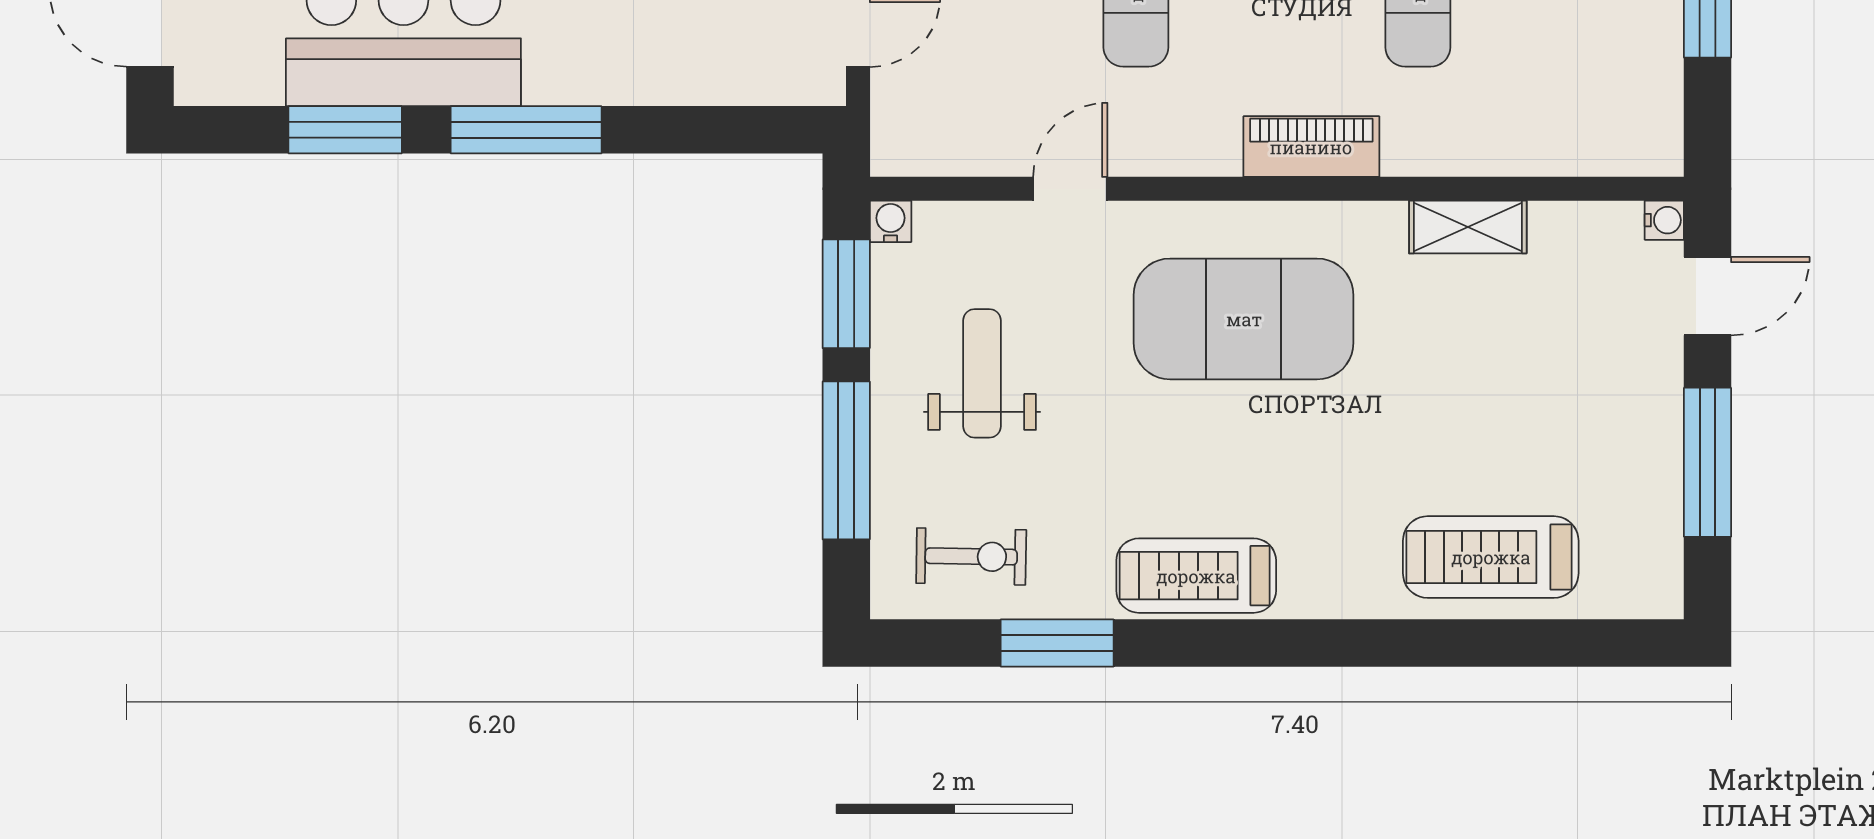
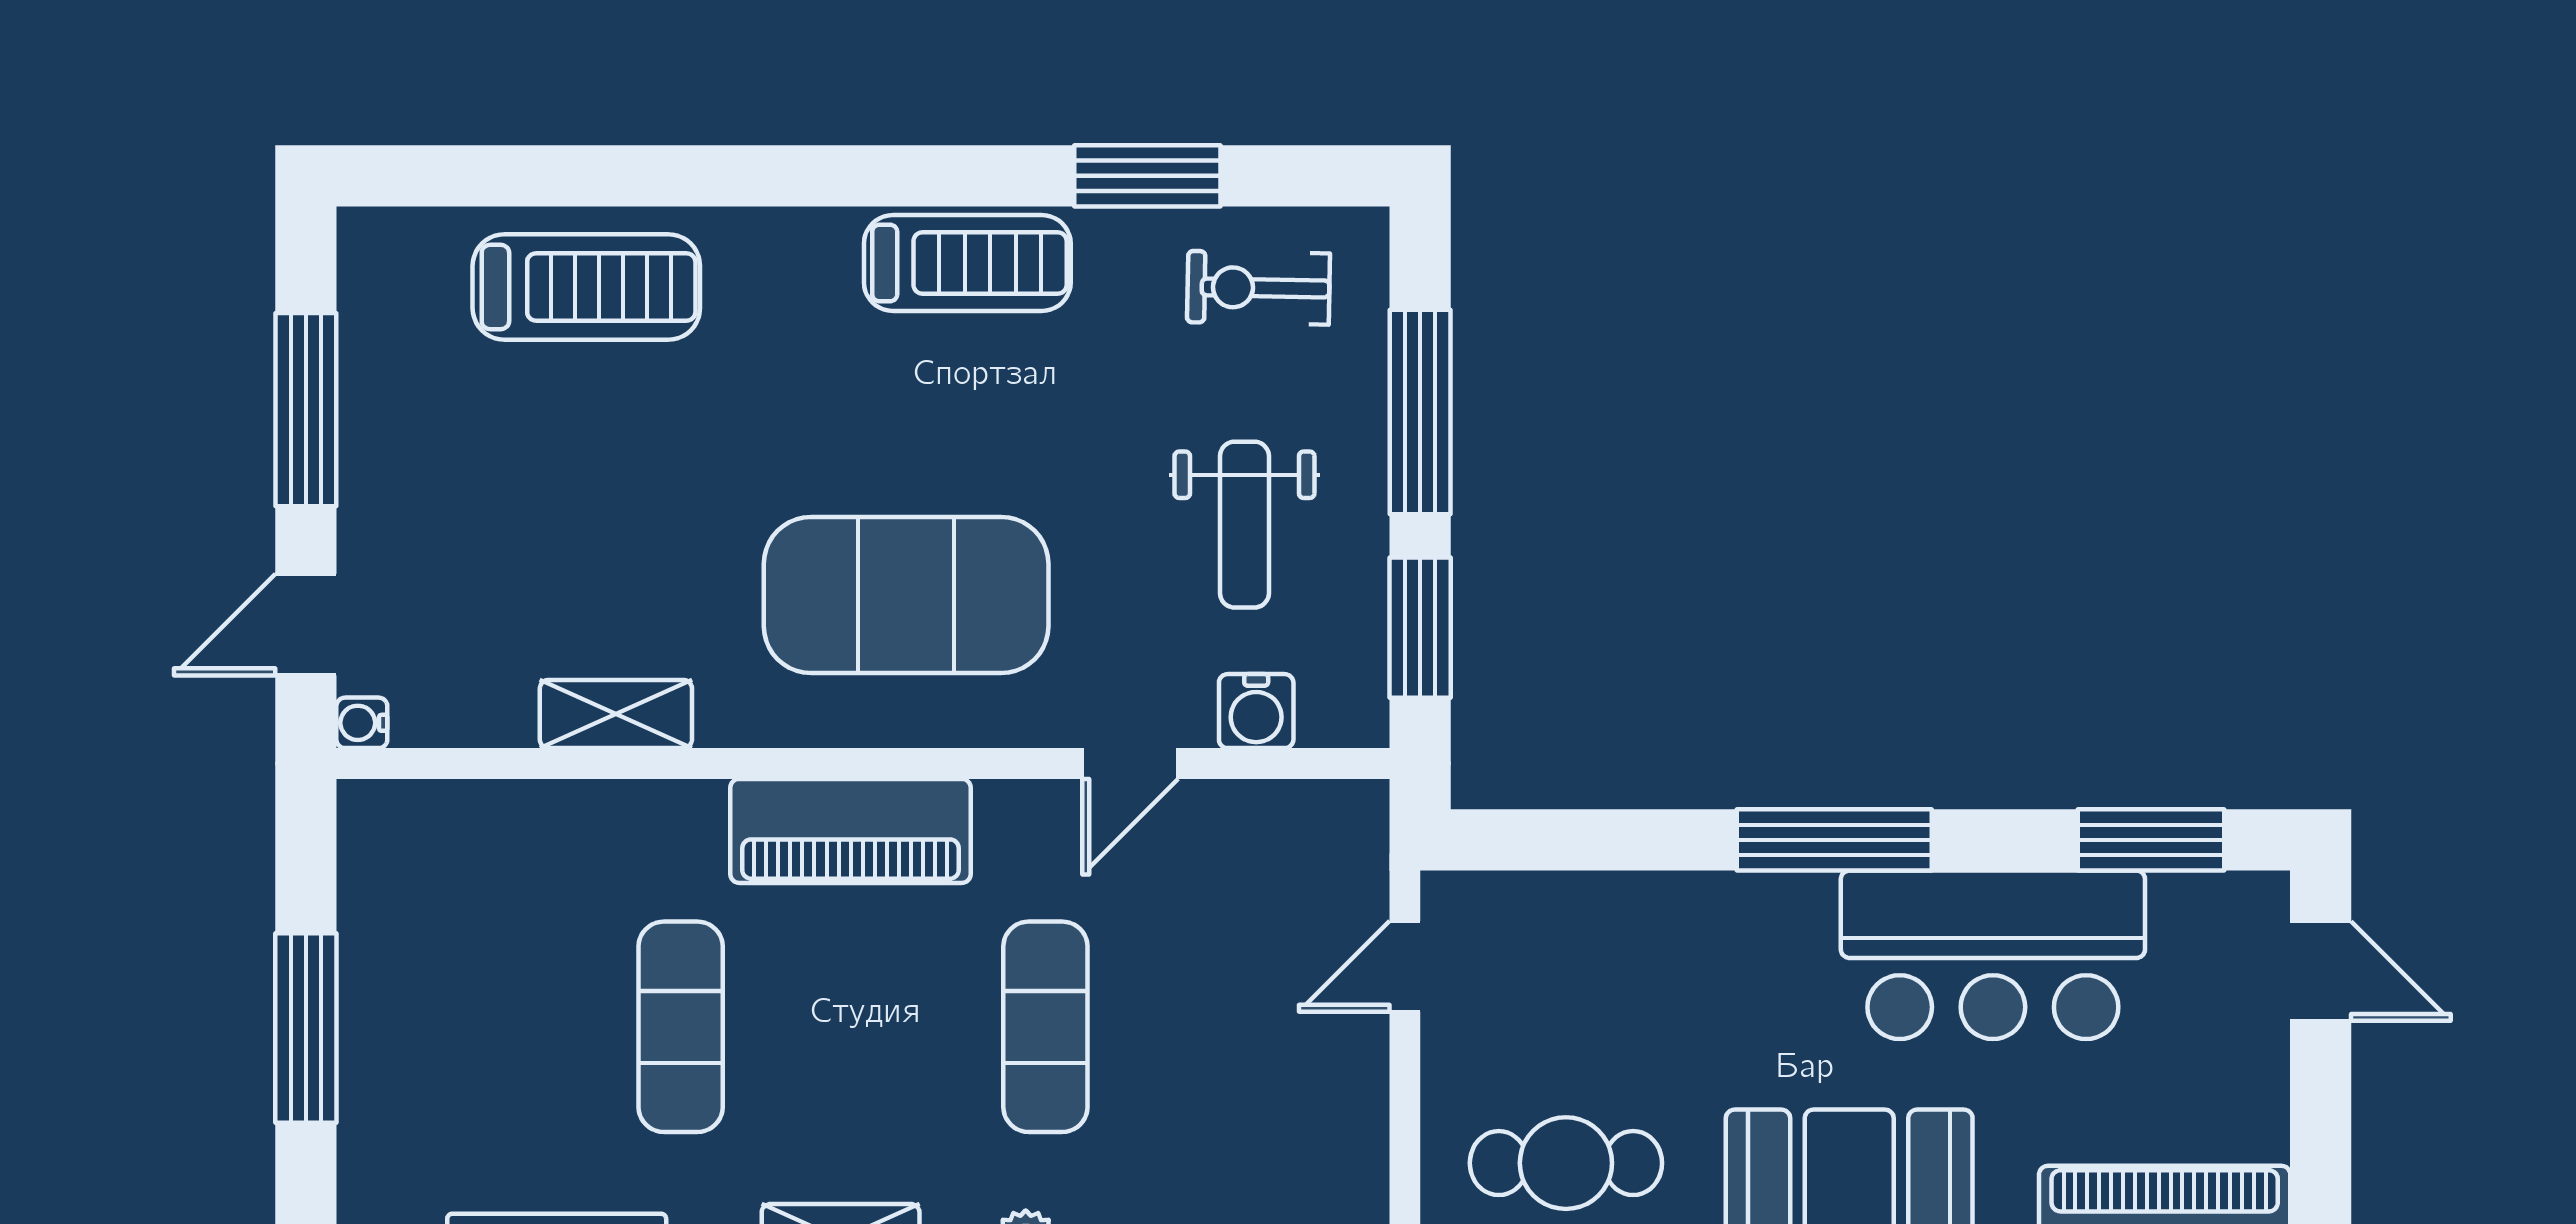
window: (345, 130) -> (2151, 840), moved
piano: (1311, 147) -> (851, 831), width x1.37, depth x1.33
water cooler: (891, 221) -> (1256, 711), moved, width x1.38, depth x1.38

